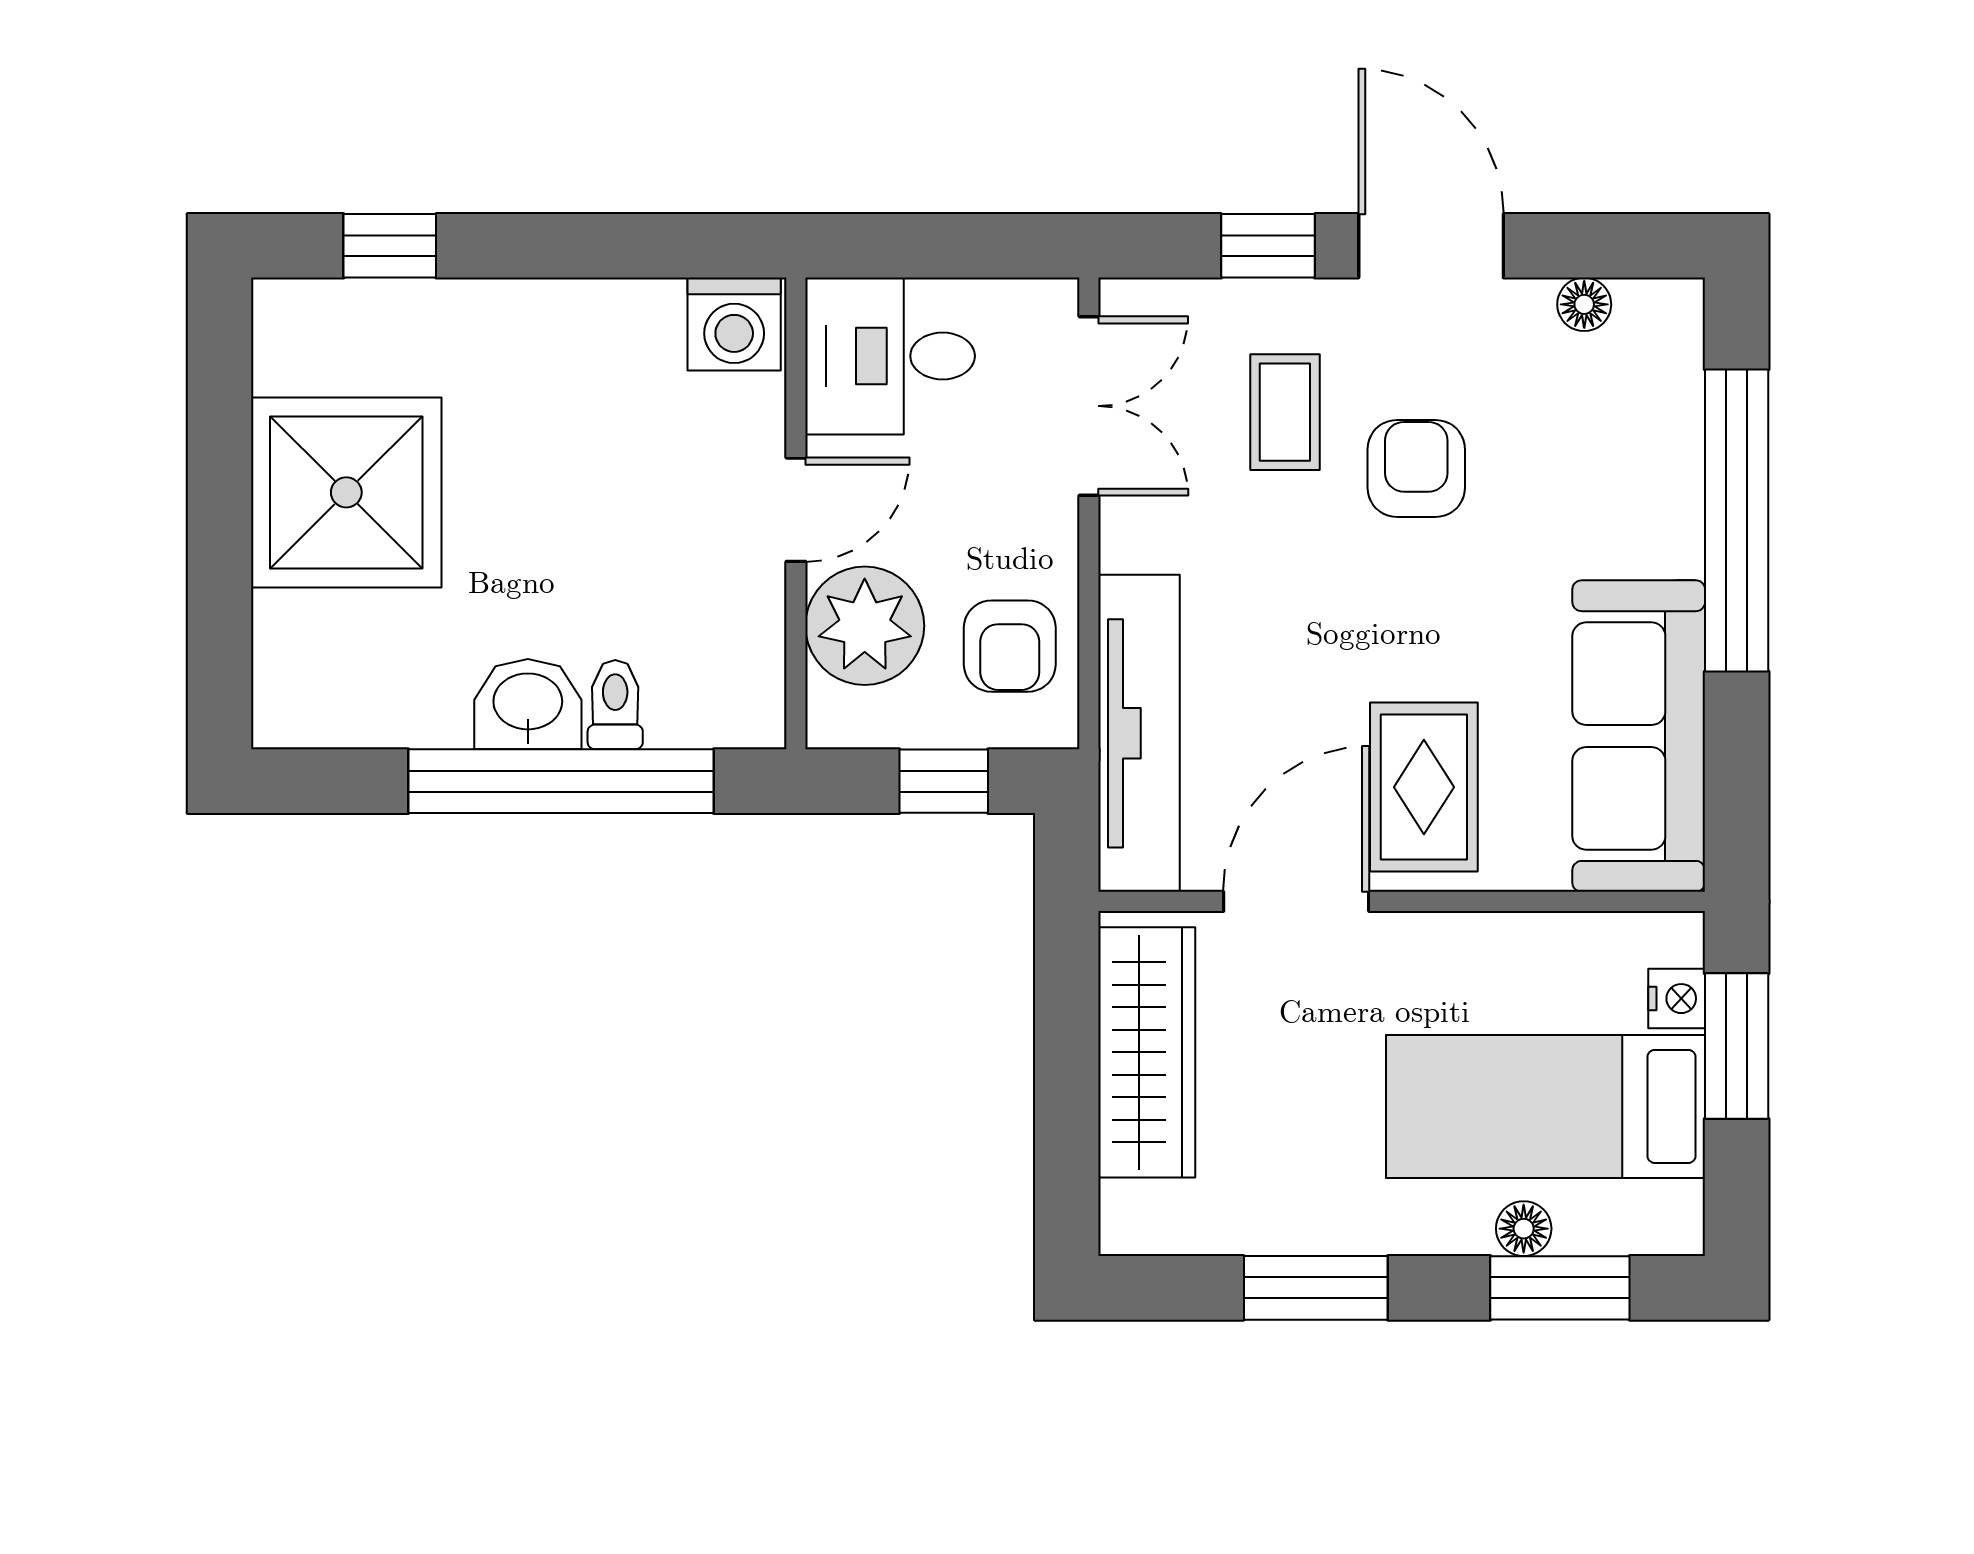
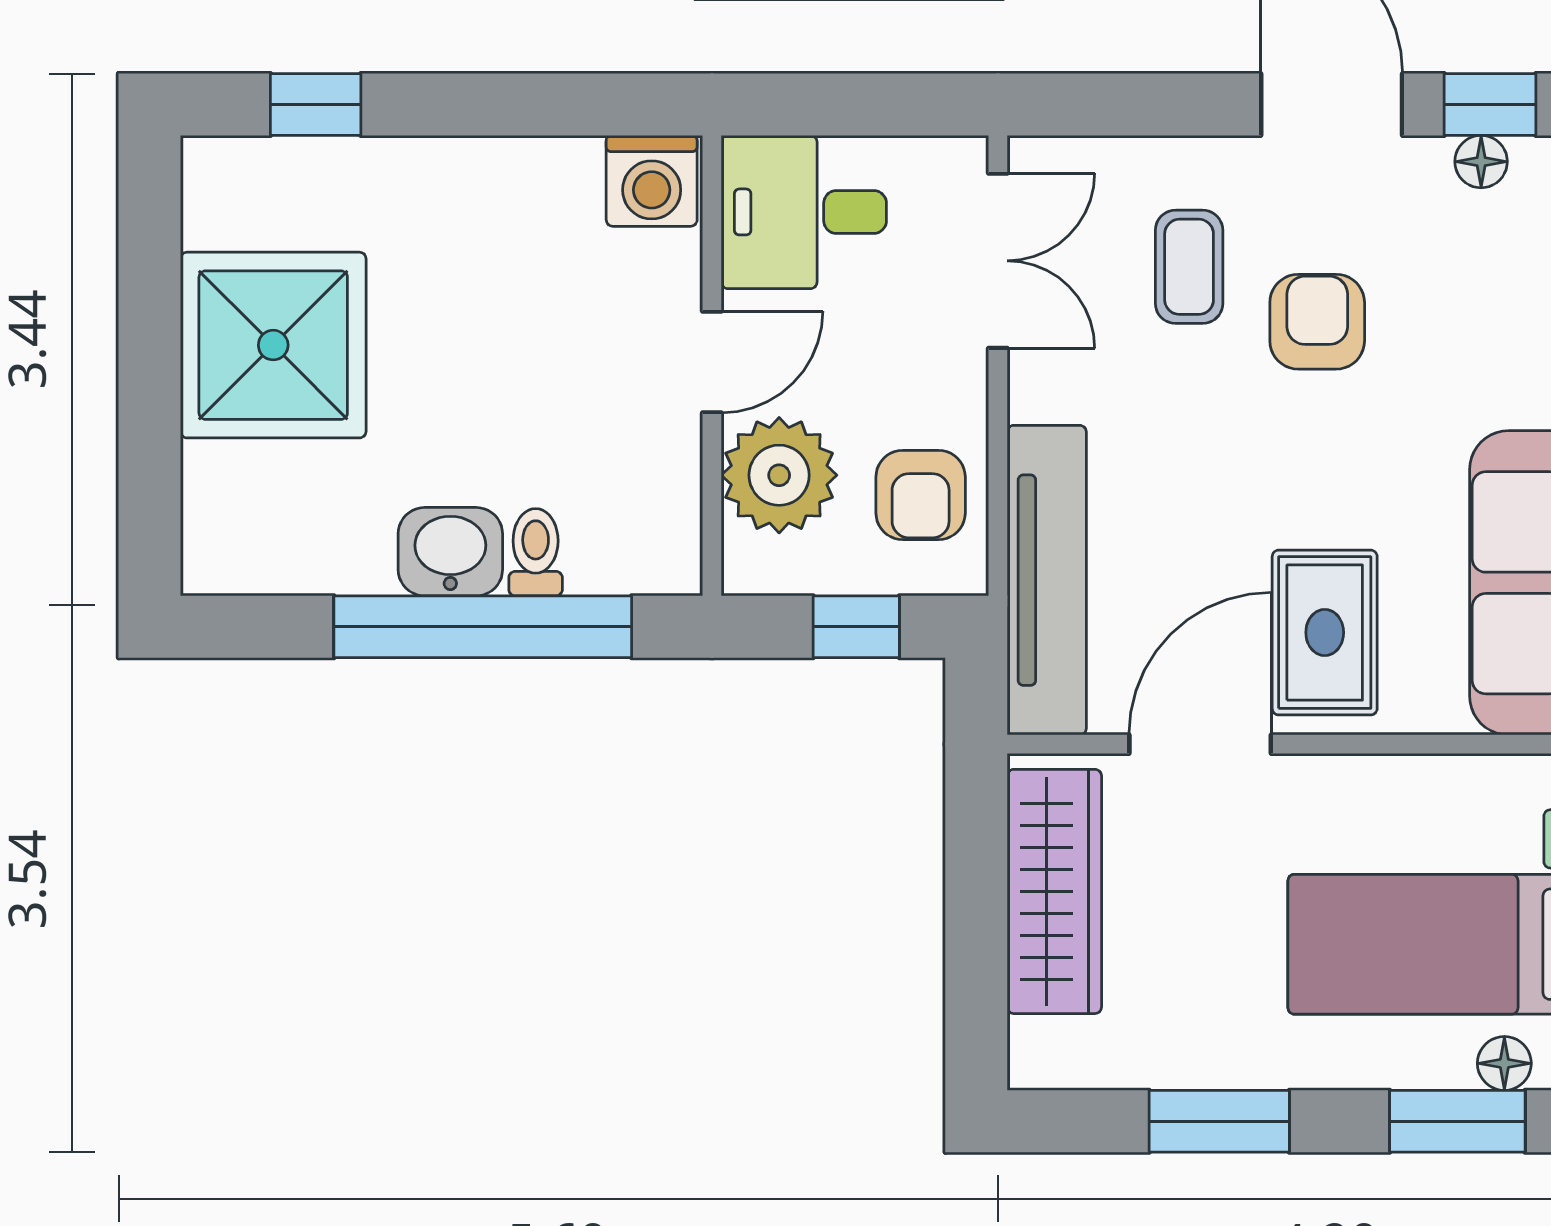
window: (1268, 246) -> (1490, 104), moved
floor lamp: (1524, 1229) -> (1504, 1063), moved

